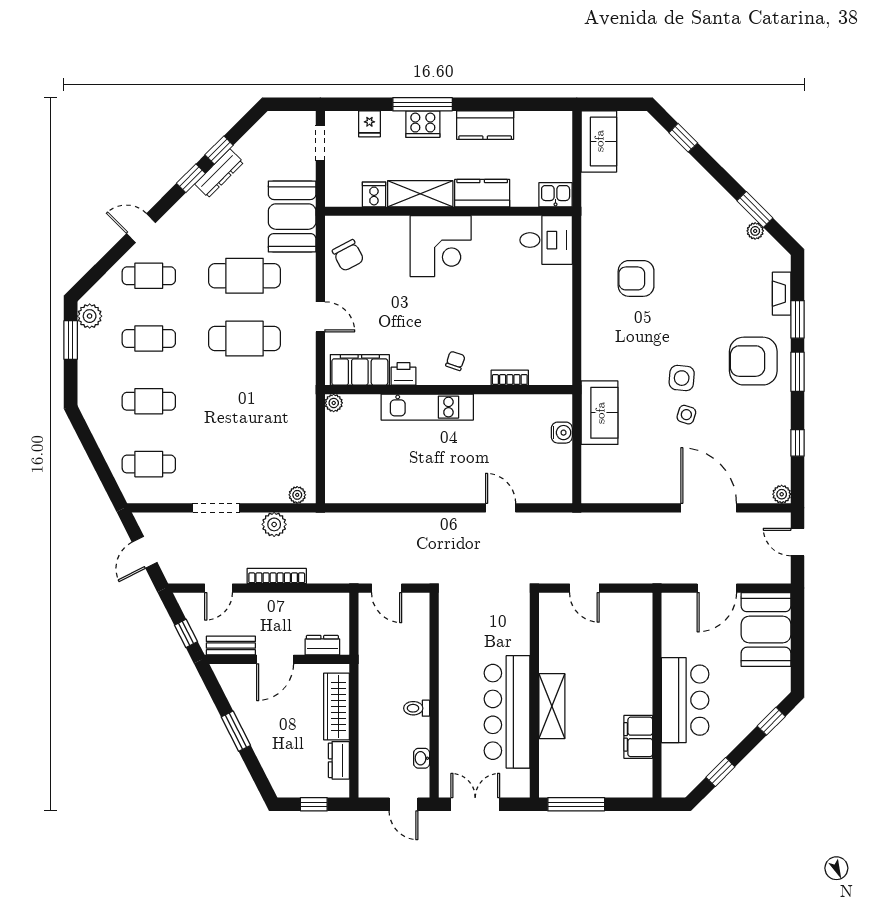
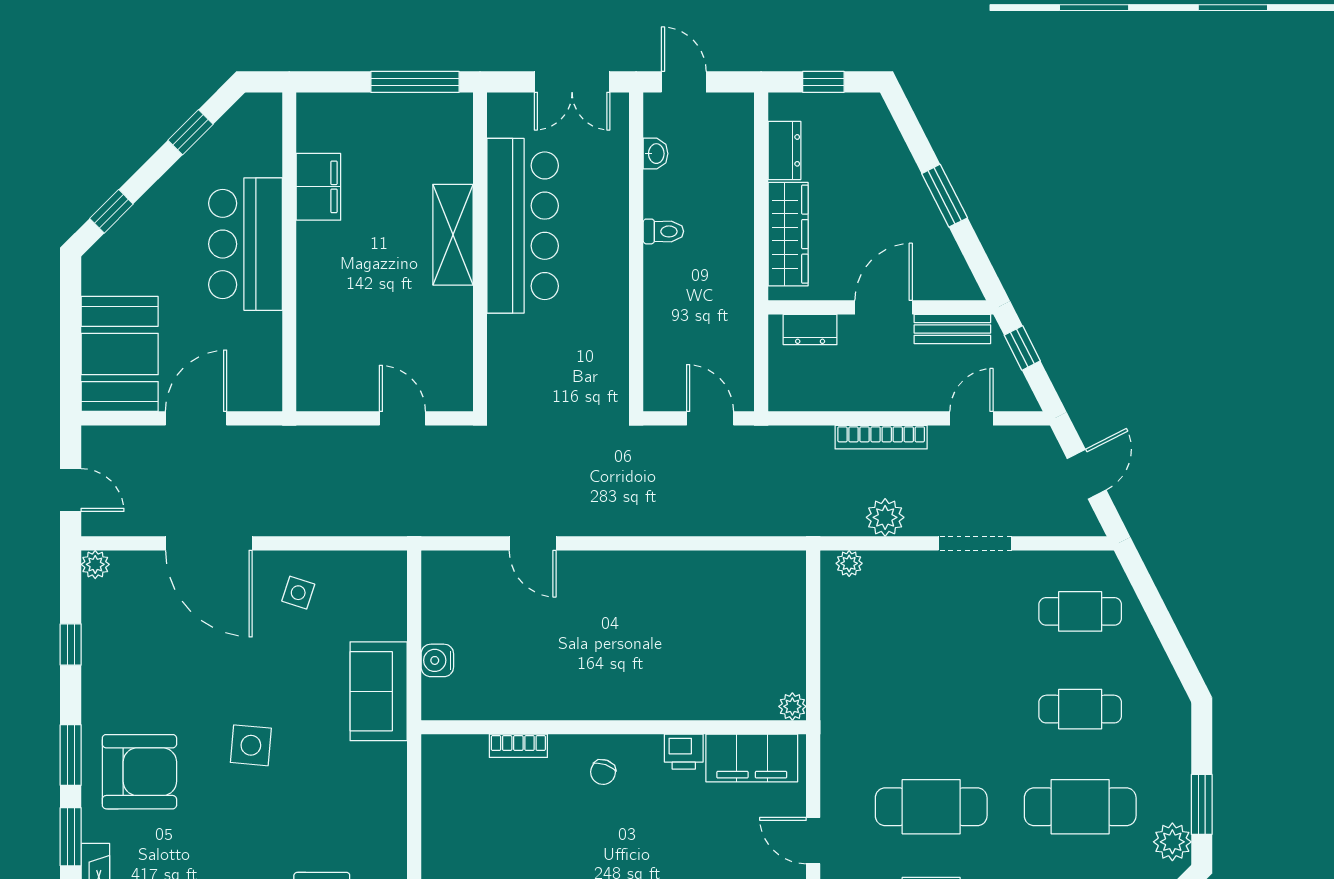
cafe table: (149, 339) -> (1080, 807), width x1.37, depth x1.35
kitchen unit: (427, 407) -> (647, 700), removed
side table: (686, 415) -> (298, 593), moved

